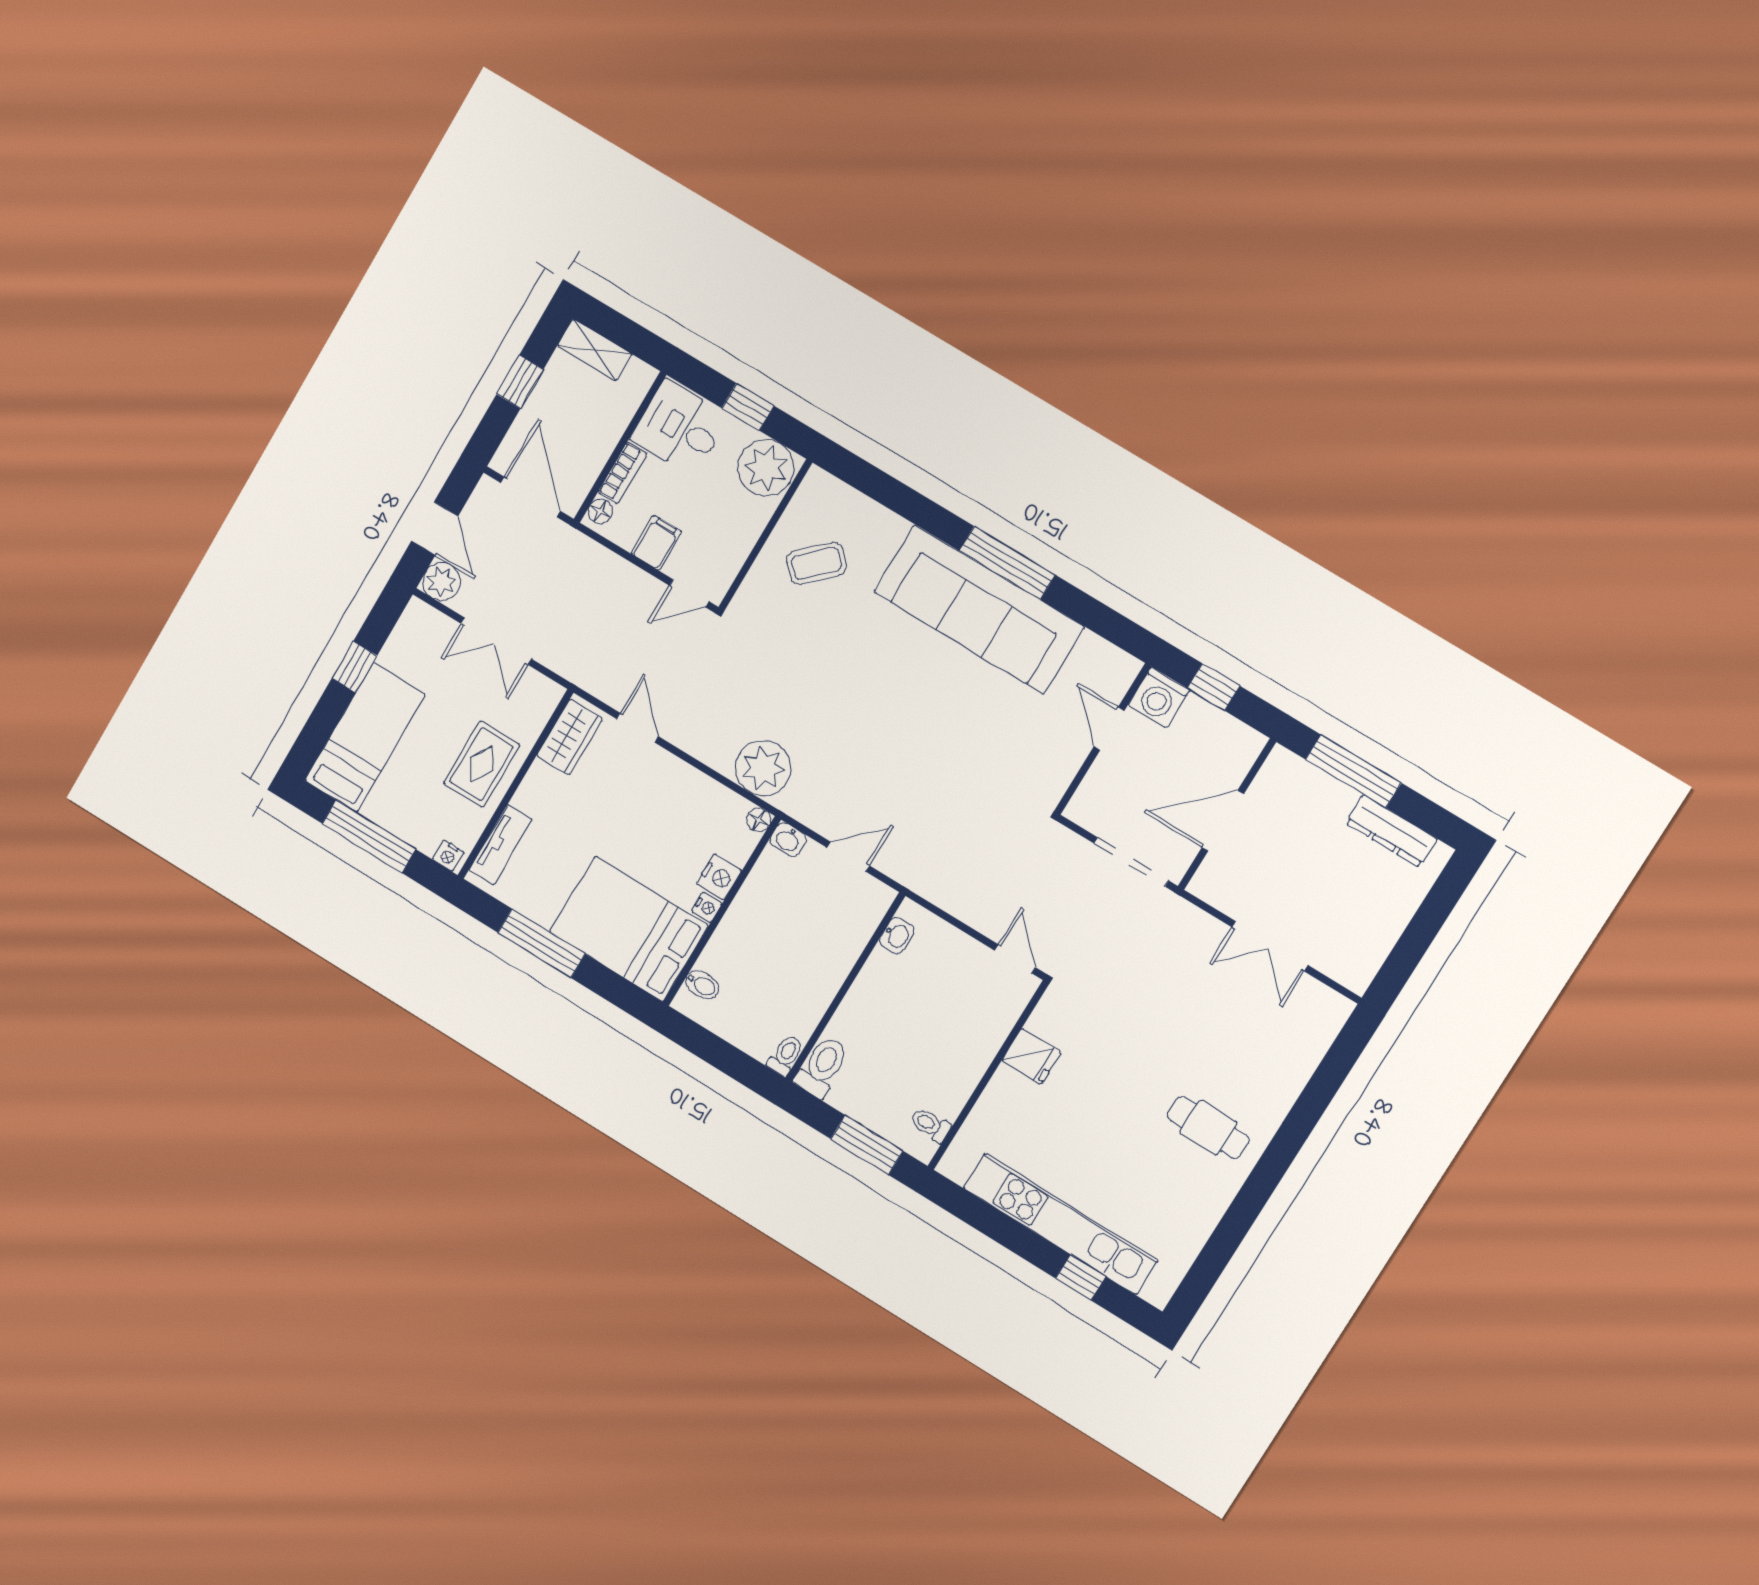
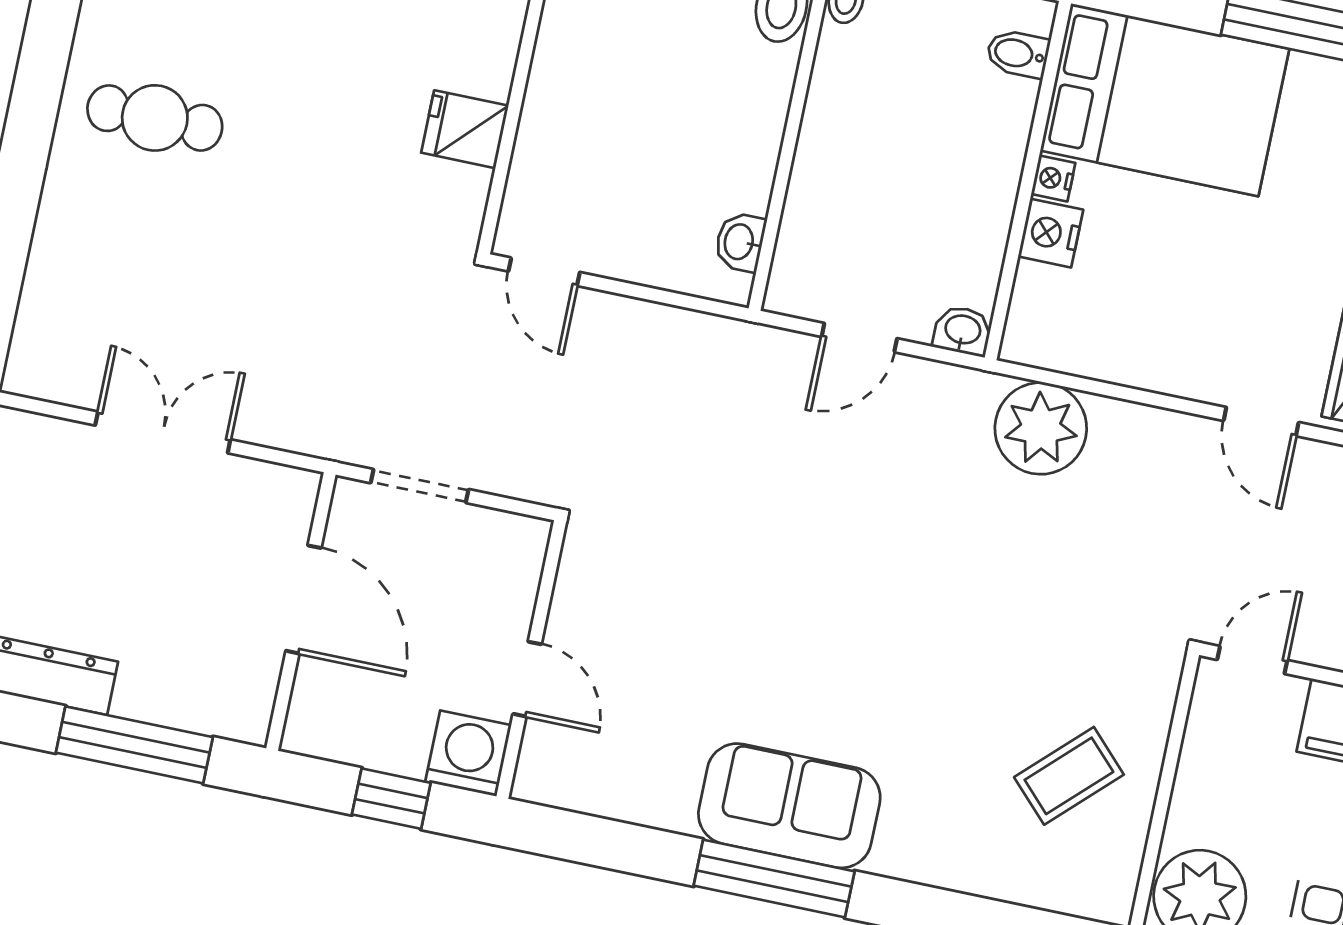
sofa: (979, 609) -> (789, 806), width x0.54, depth x0.79
floor lamp: (759, 820) -> (1019, 345), removed
door: (1223, 821) -> (303, 599), hinge flipped
doorway: (1131, 862) -> (420, 486), width x0.73

